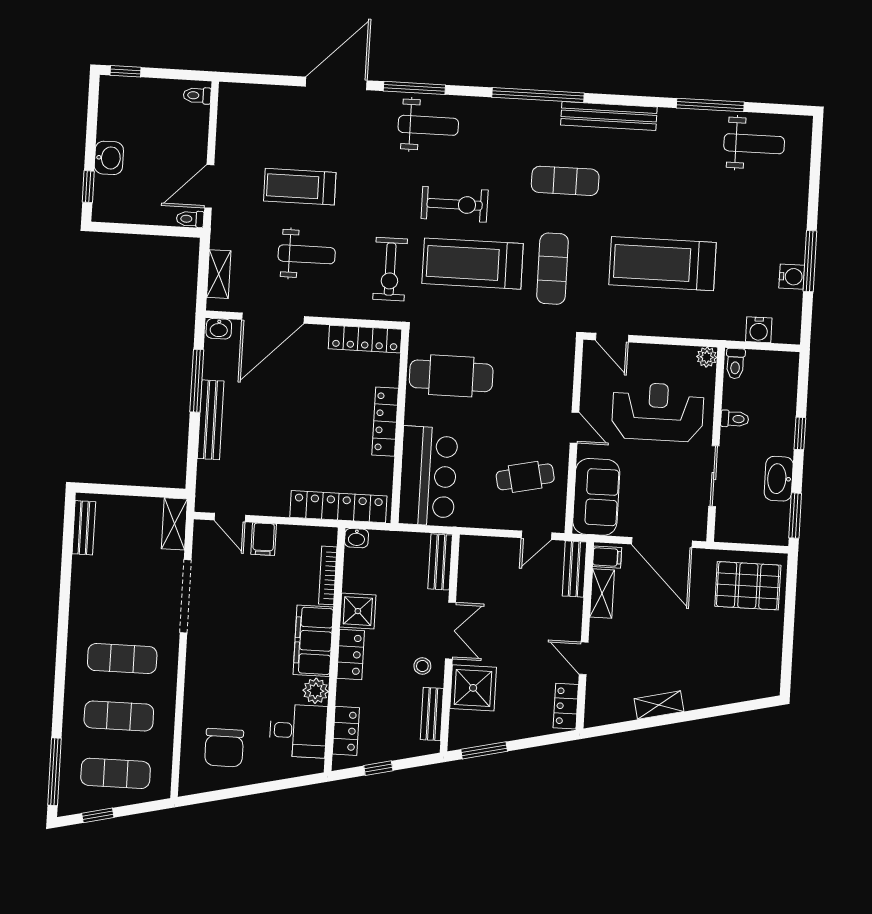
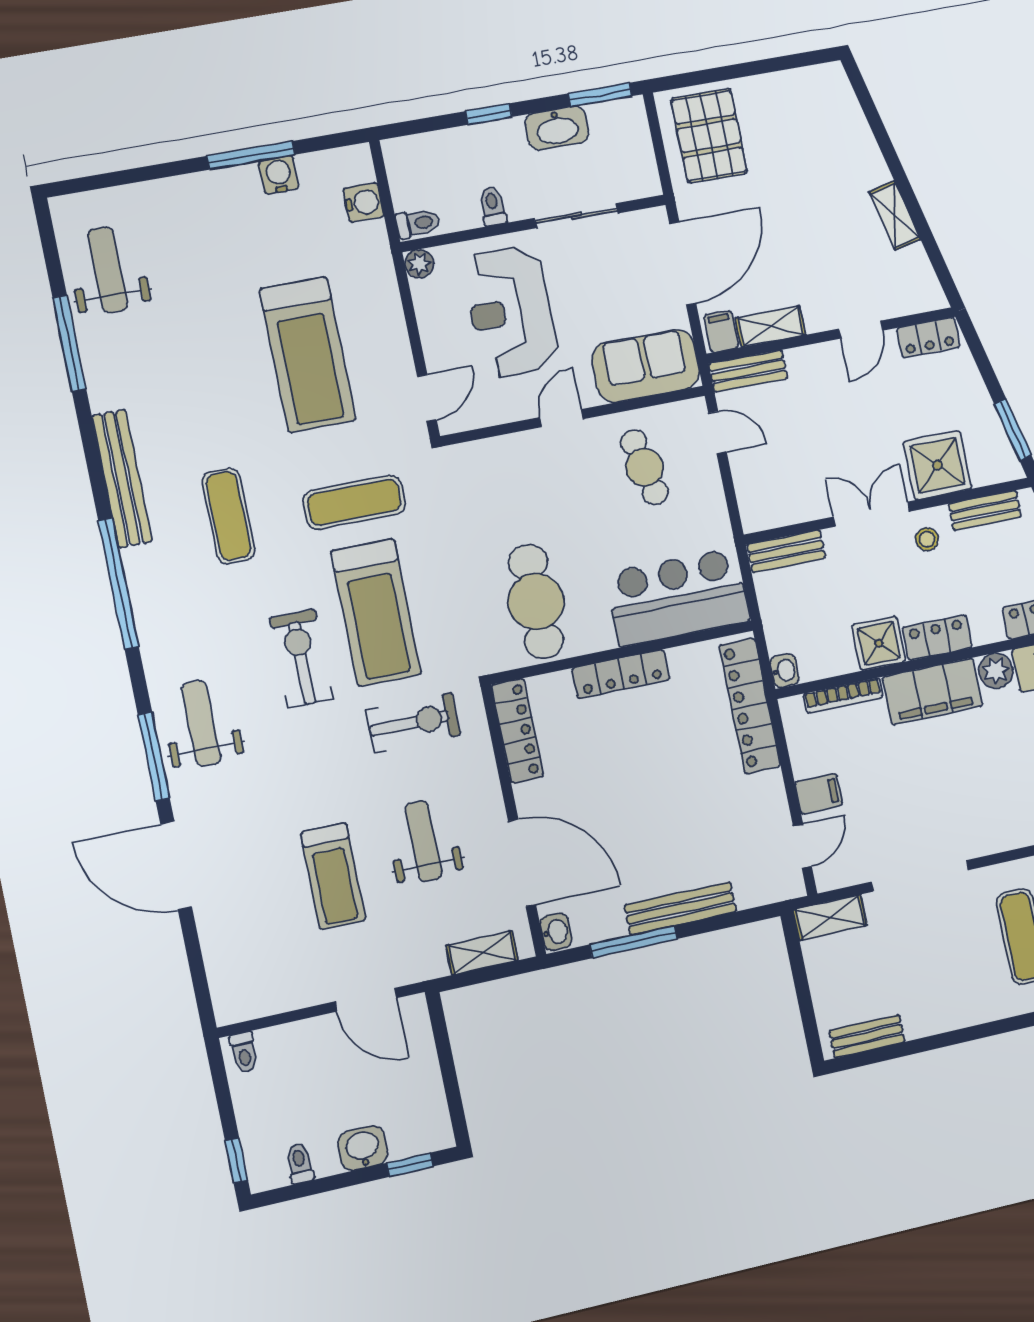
toilet: (190, 219) -> (300, 1164), moved, turned 180

